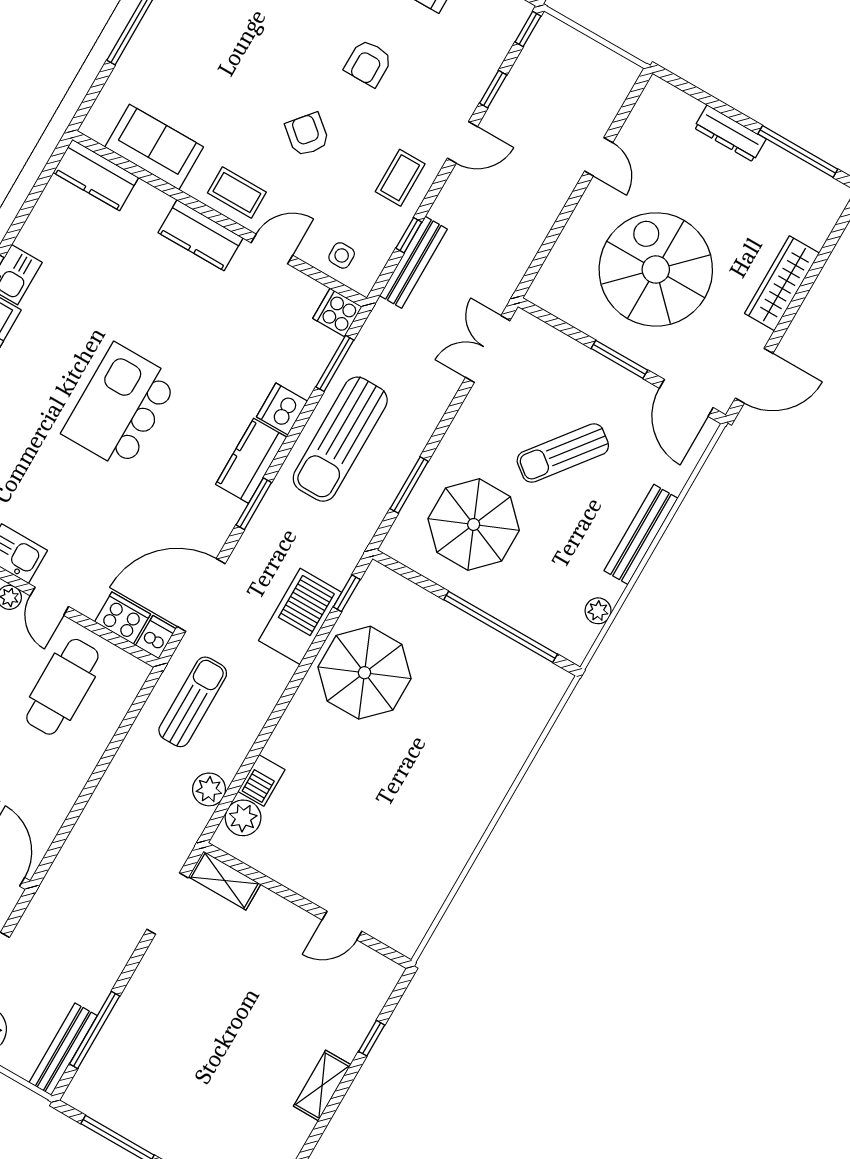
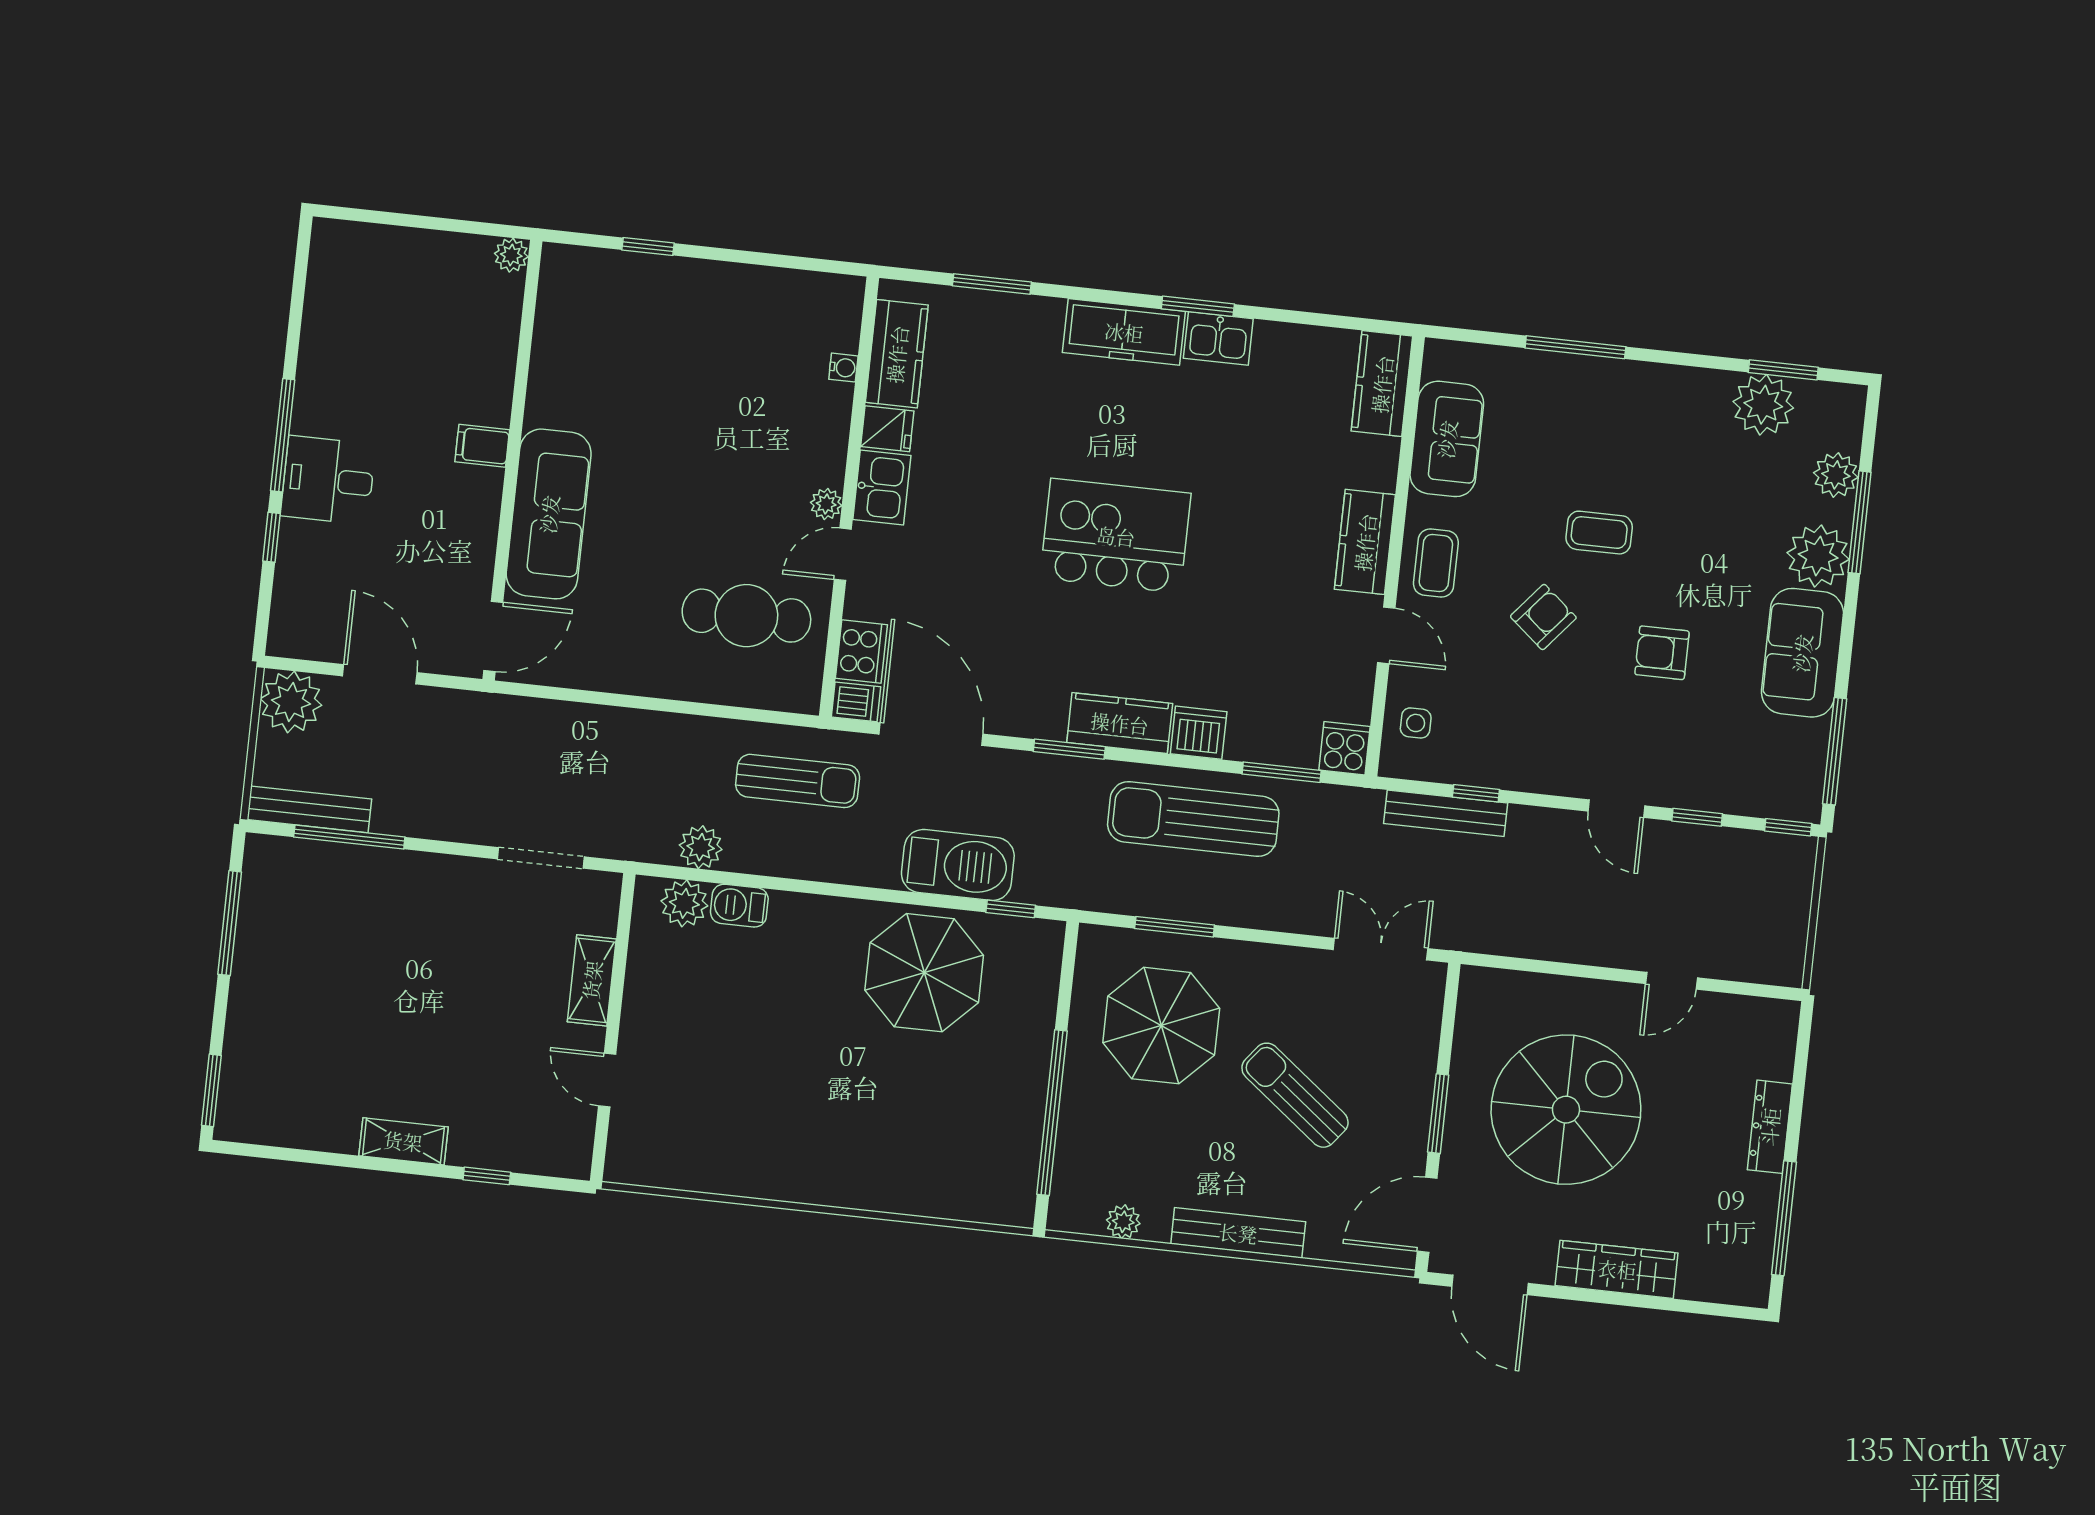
coffee table: (400, 178) -> (1599, 533), moved
shelving: (225, 881) -> (592, 980), moved

